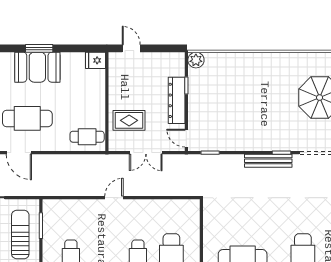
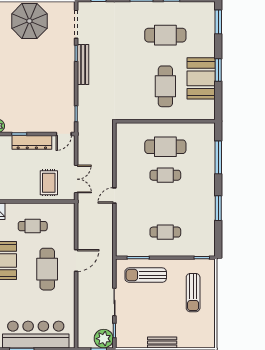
cafe table: (87, 137) -> (33, 226), moved, turned 90
door: (19, 153) -> (76, 261), moved
double door: (146, 153) -> (76, 179), moved
door: (114, 198) -> (114, 195), hinge flipped

